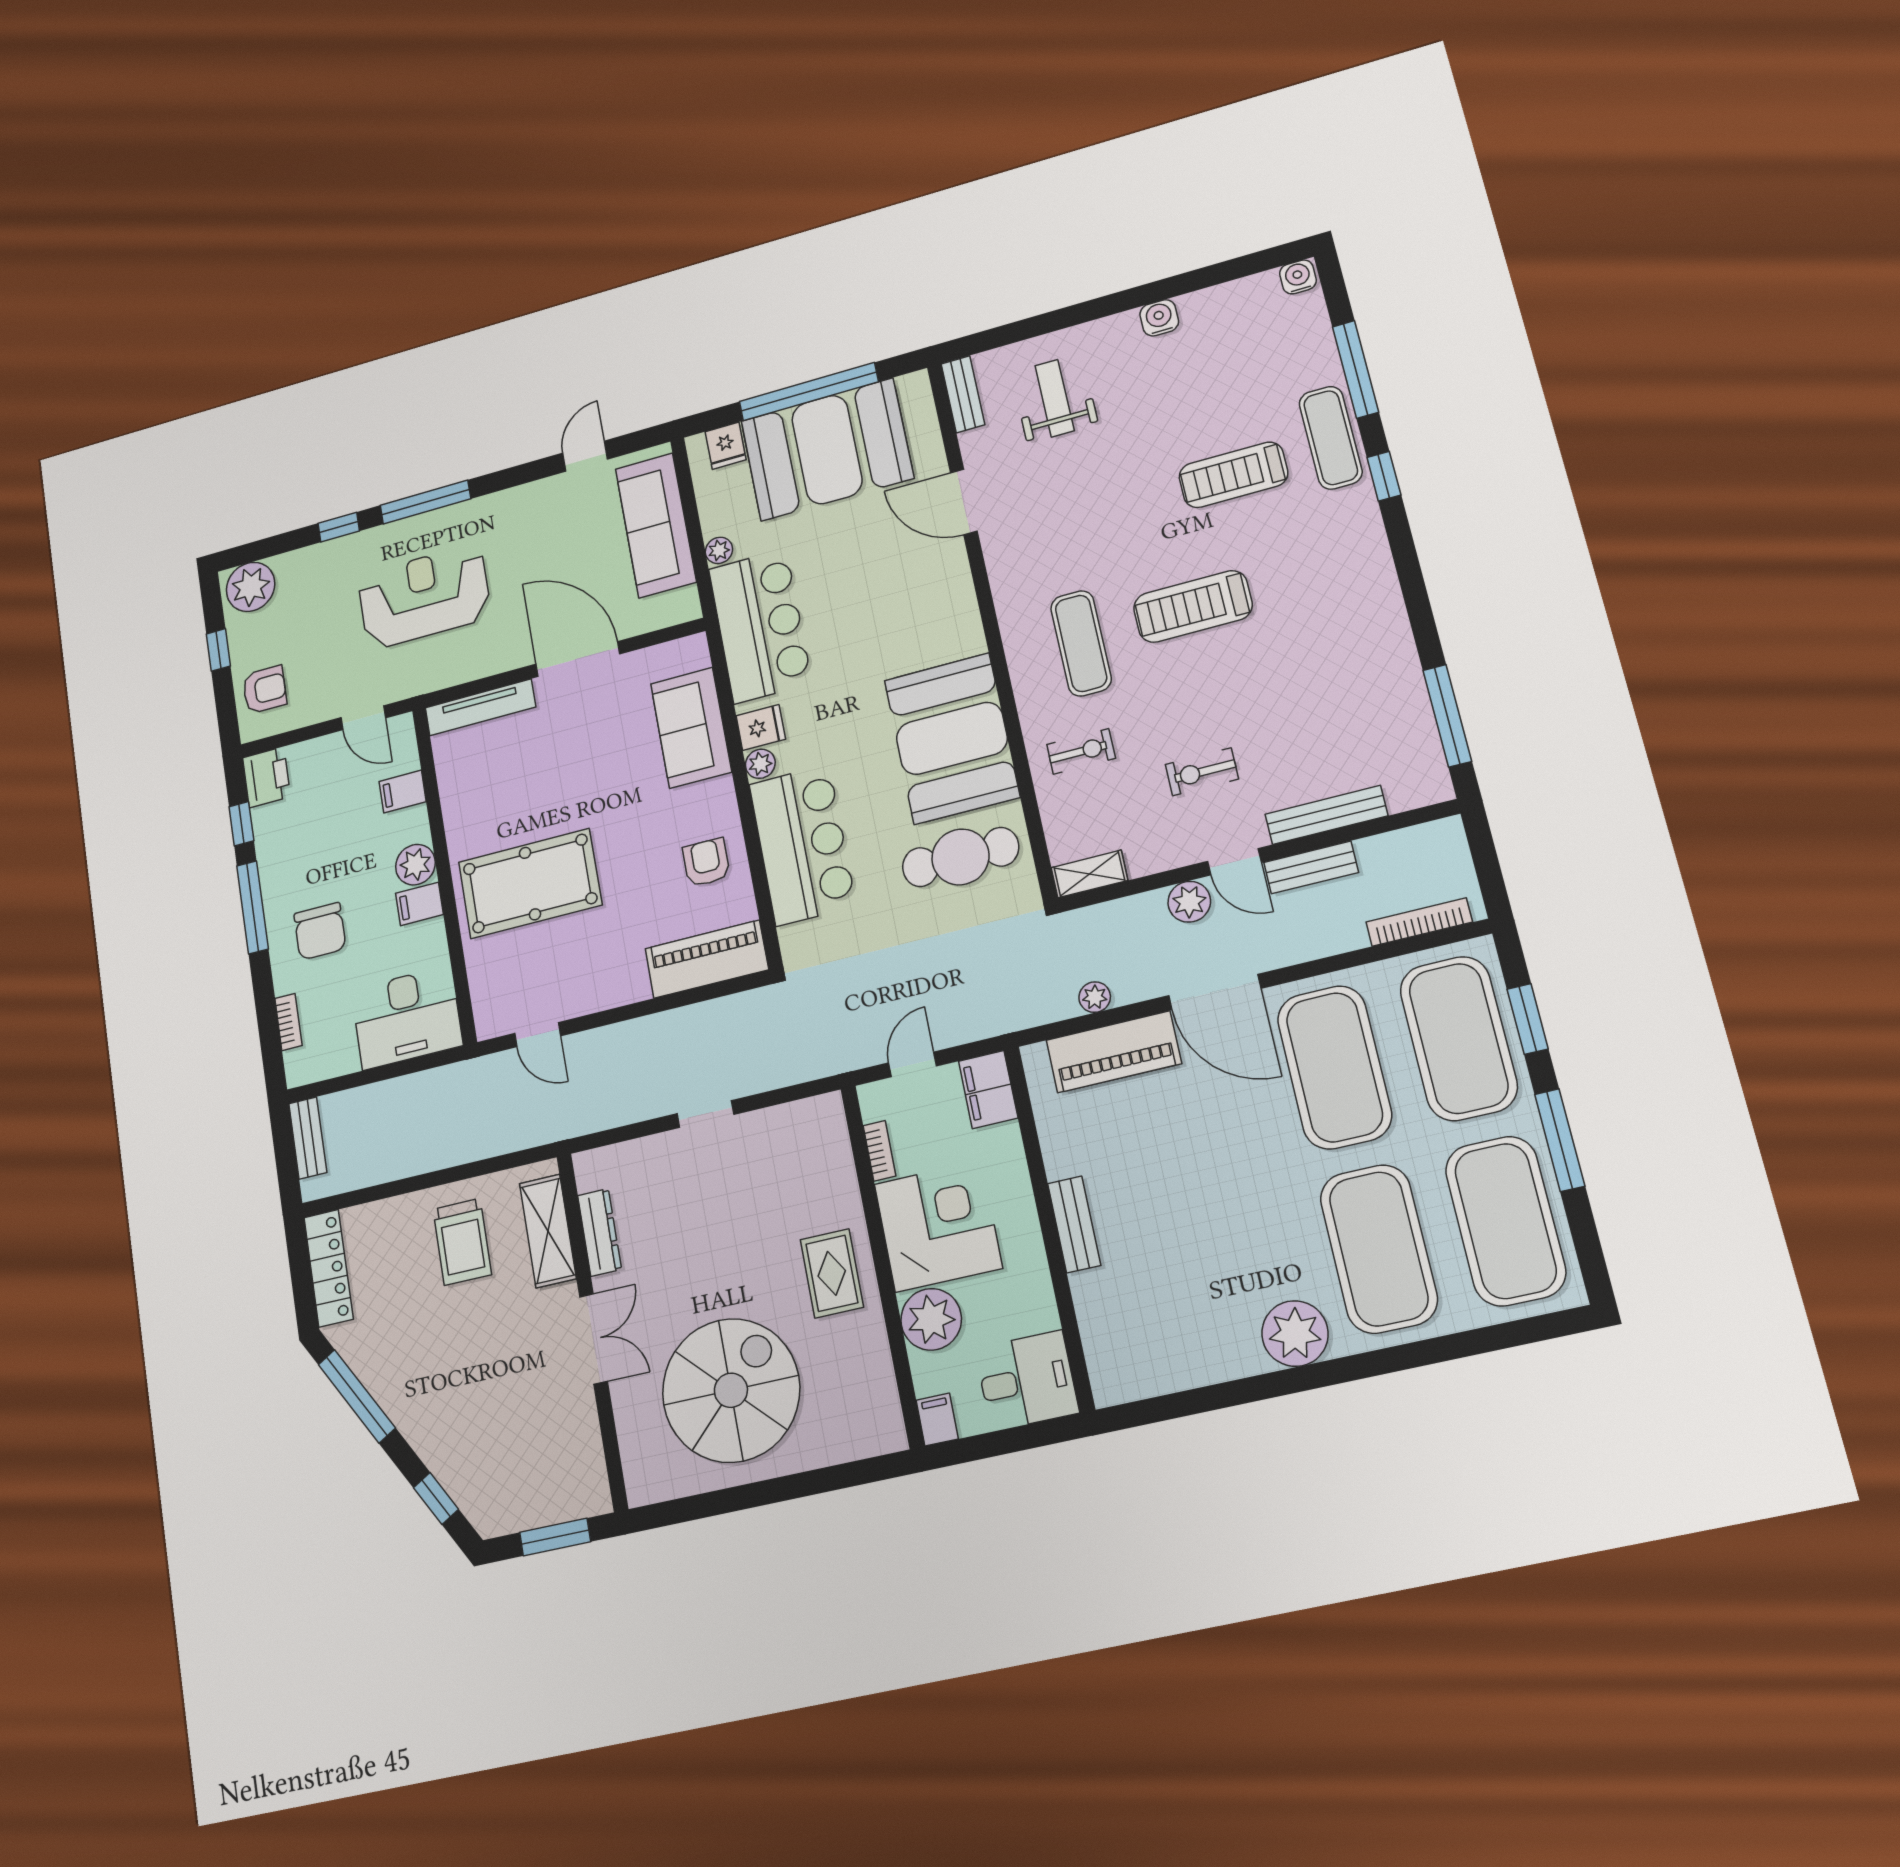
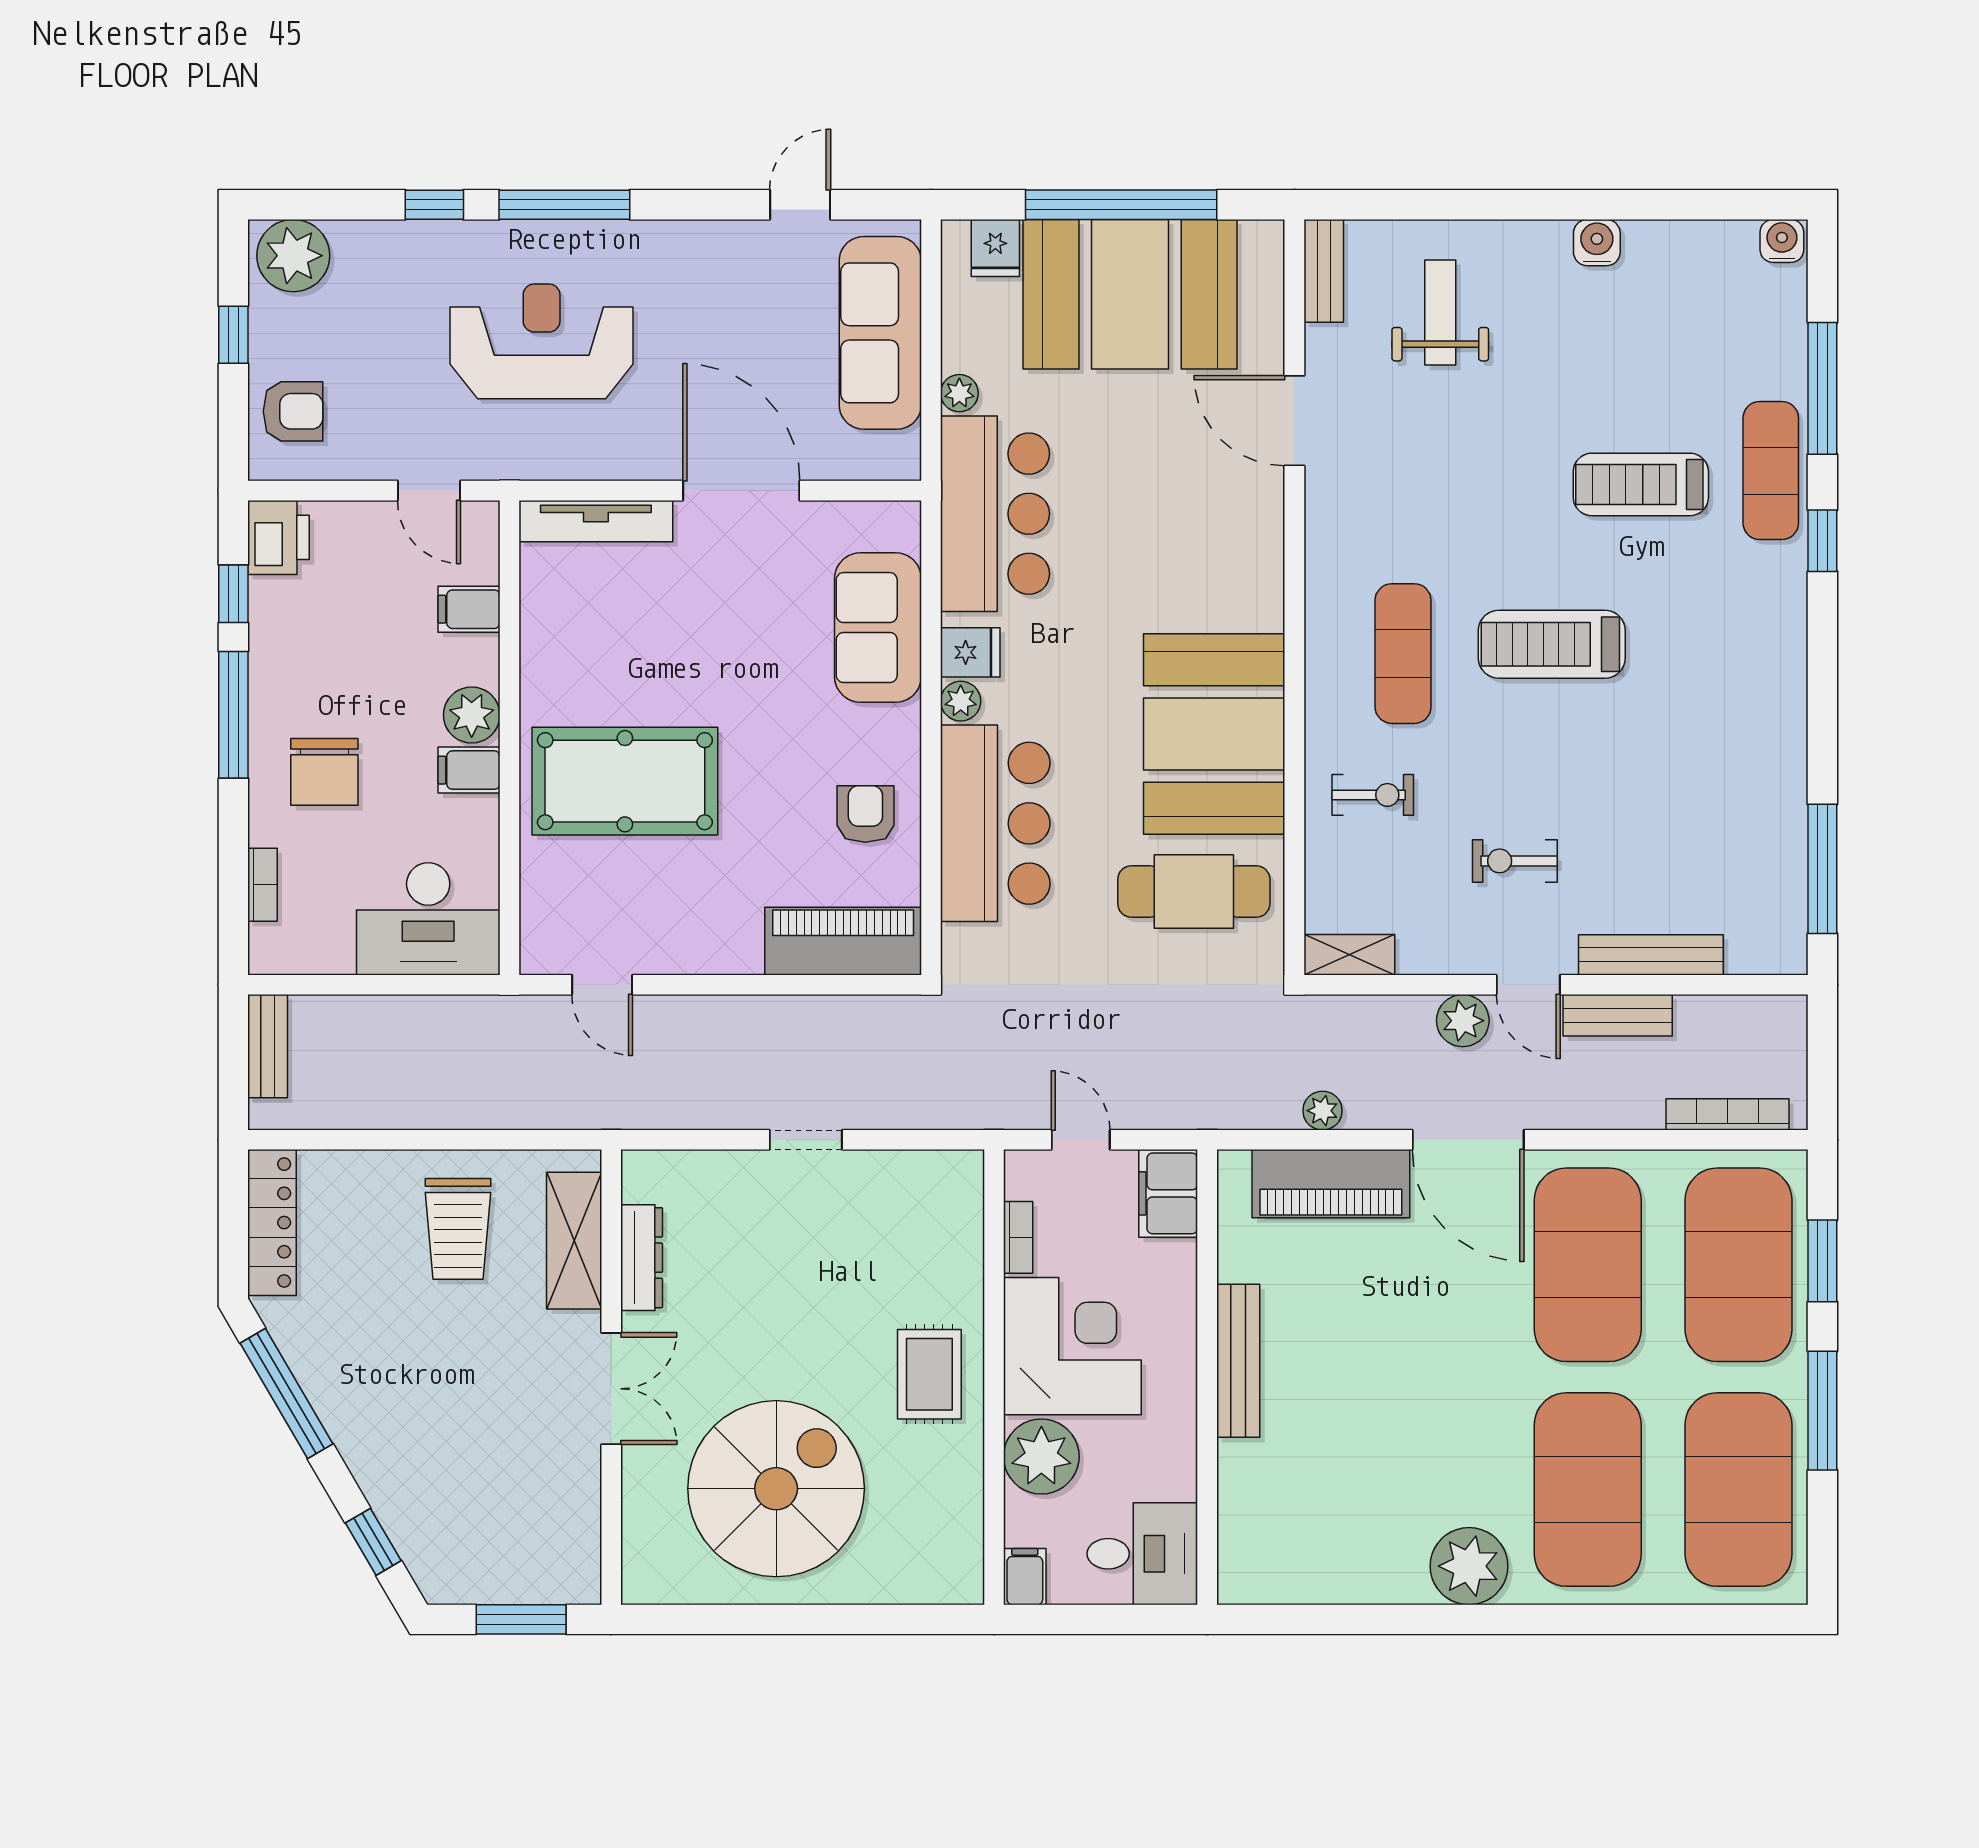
door: (912, 1064) -> (1081, 1140), hinge flipped
bench: (1074, 1224) -> (1238, 1361), width x1.36

